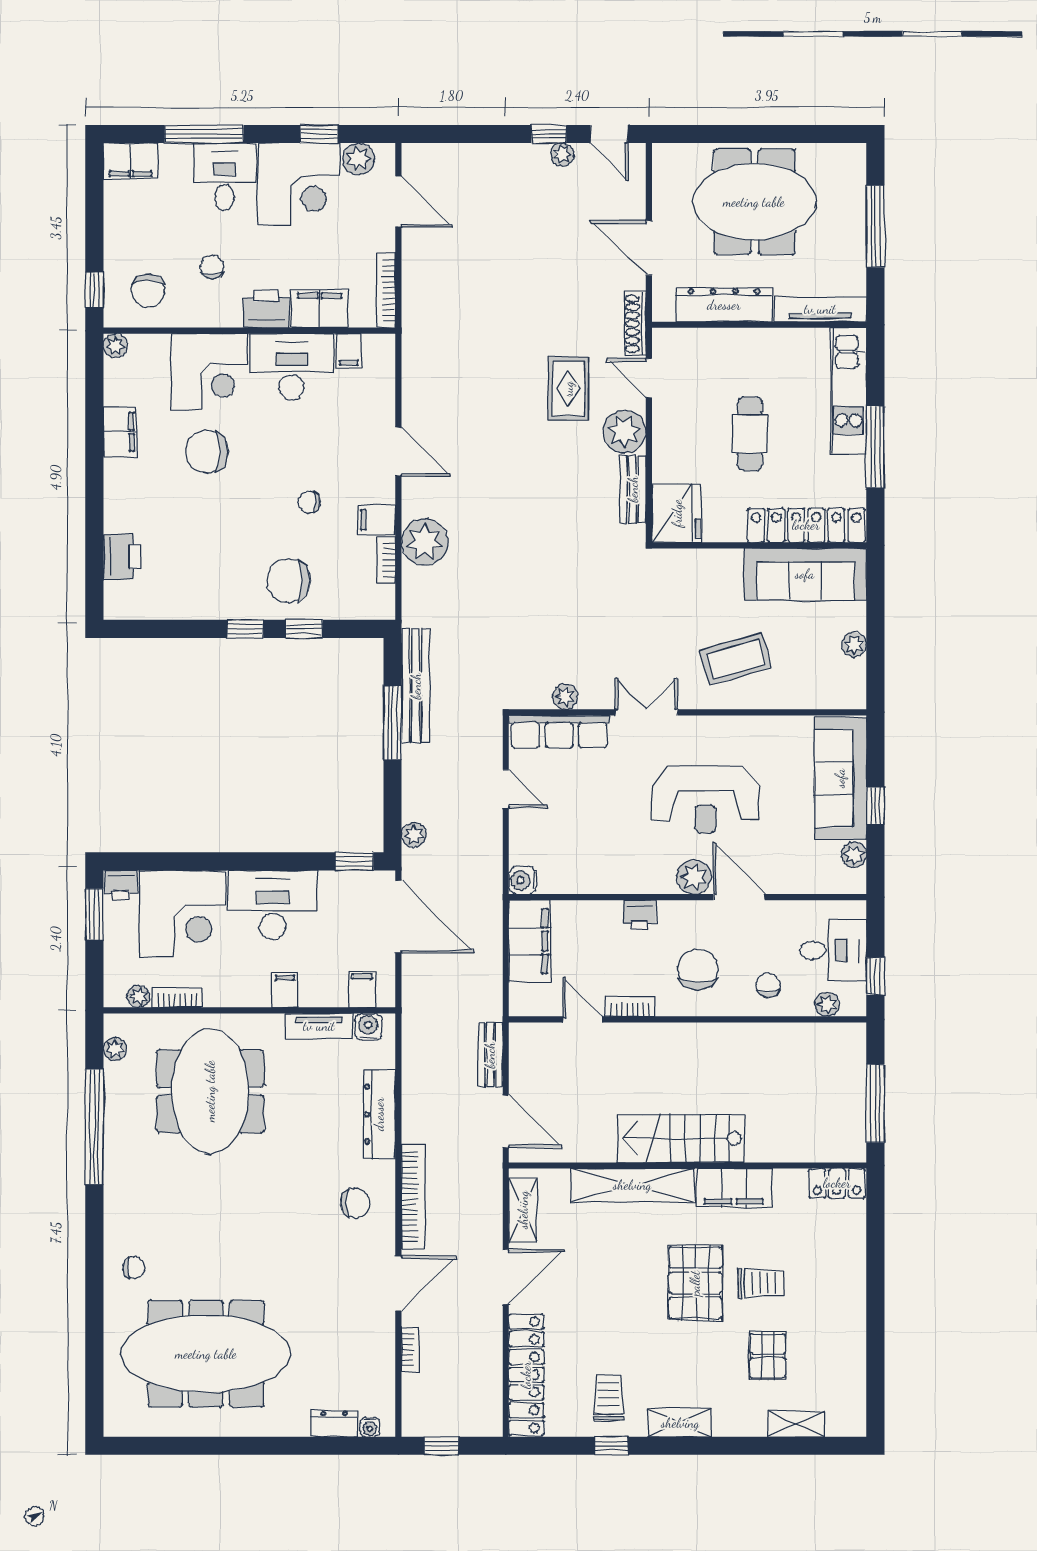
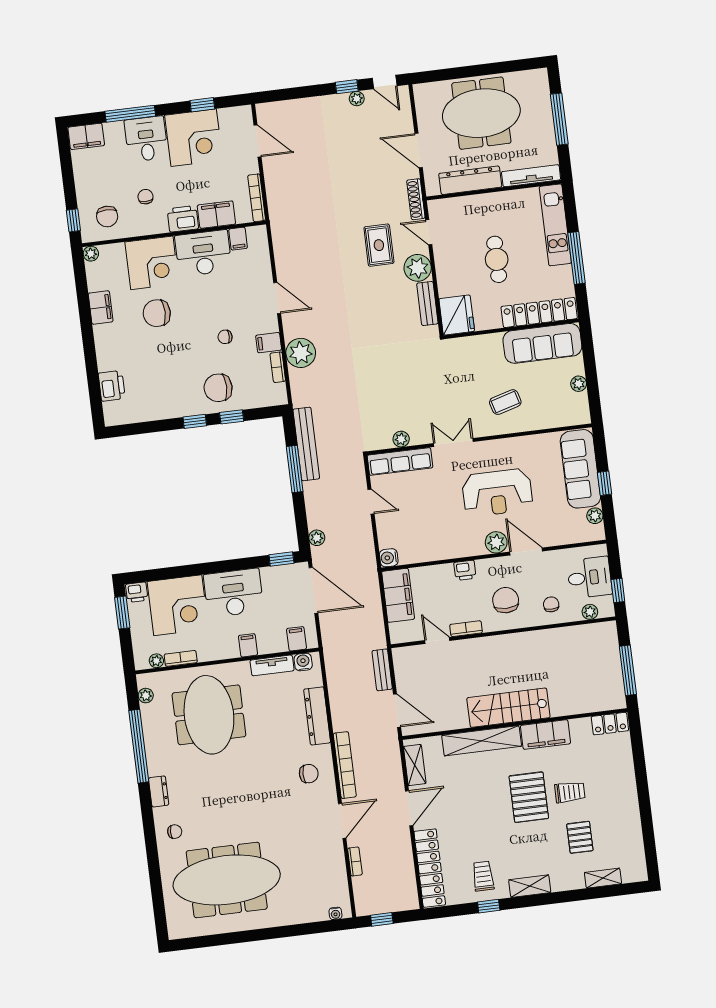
plant: (358, 159) -> (229, 117), removed
coffee table: (736, 659) -> (505, 402), width x0.73, depth x0.77
dresser: (334, 1424) -> (159, 791), moved, turned 90

